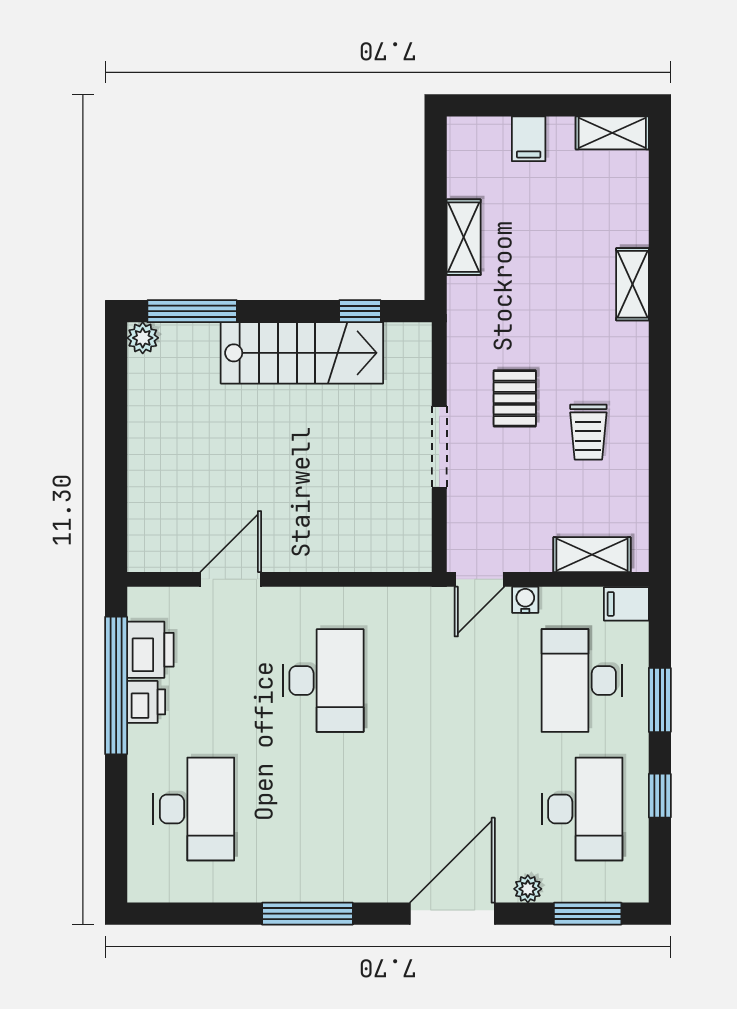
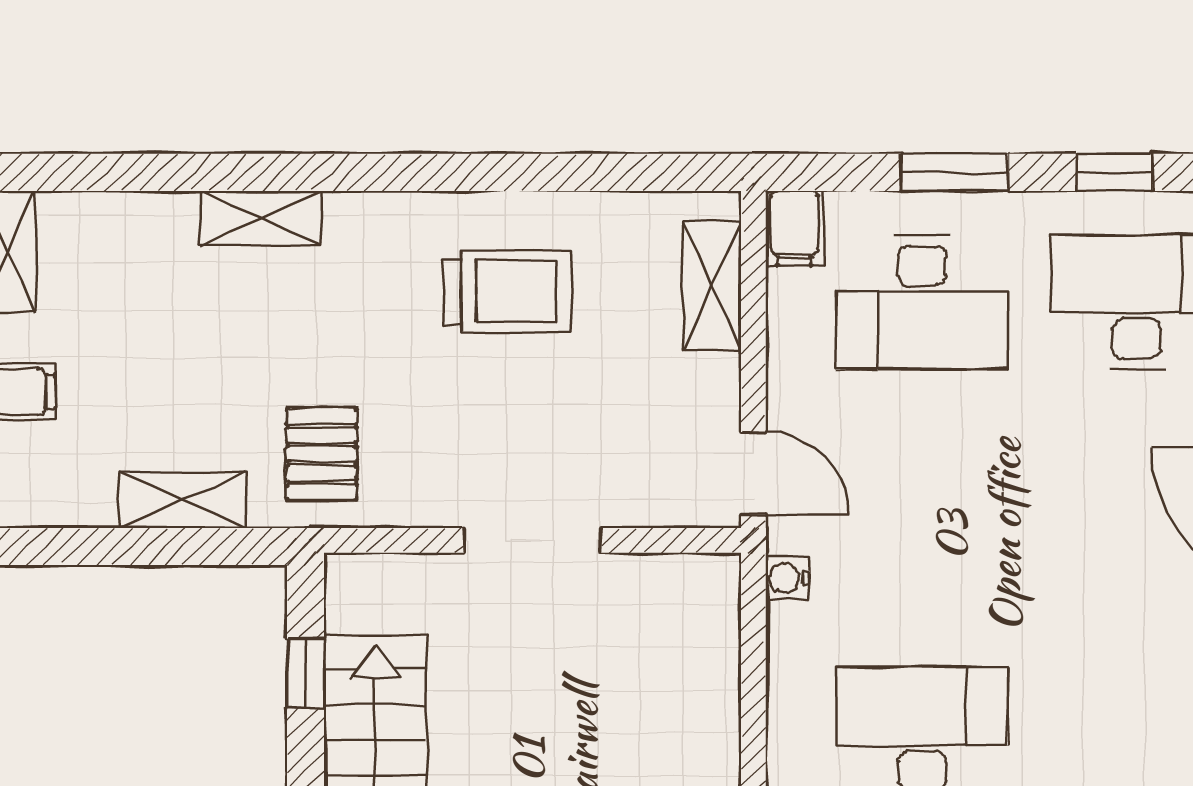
pallet: (515, 398) -> (322, 454), moved, turned 90
trolley: (588, 432) -> (507, 292), width x1.36, depth x1.39
water cooler: (525, 600) -> (788, 578), moved

